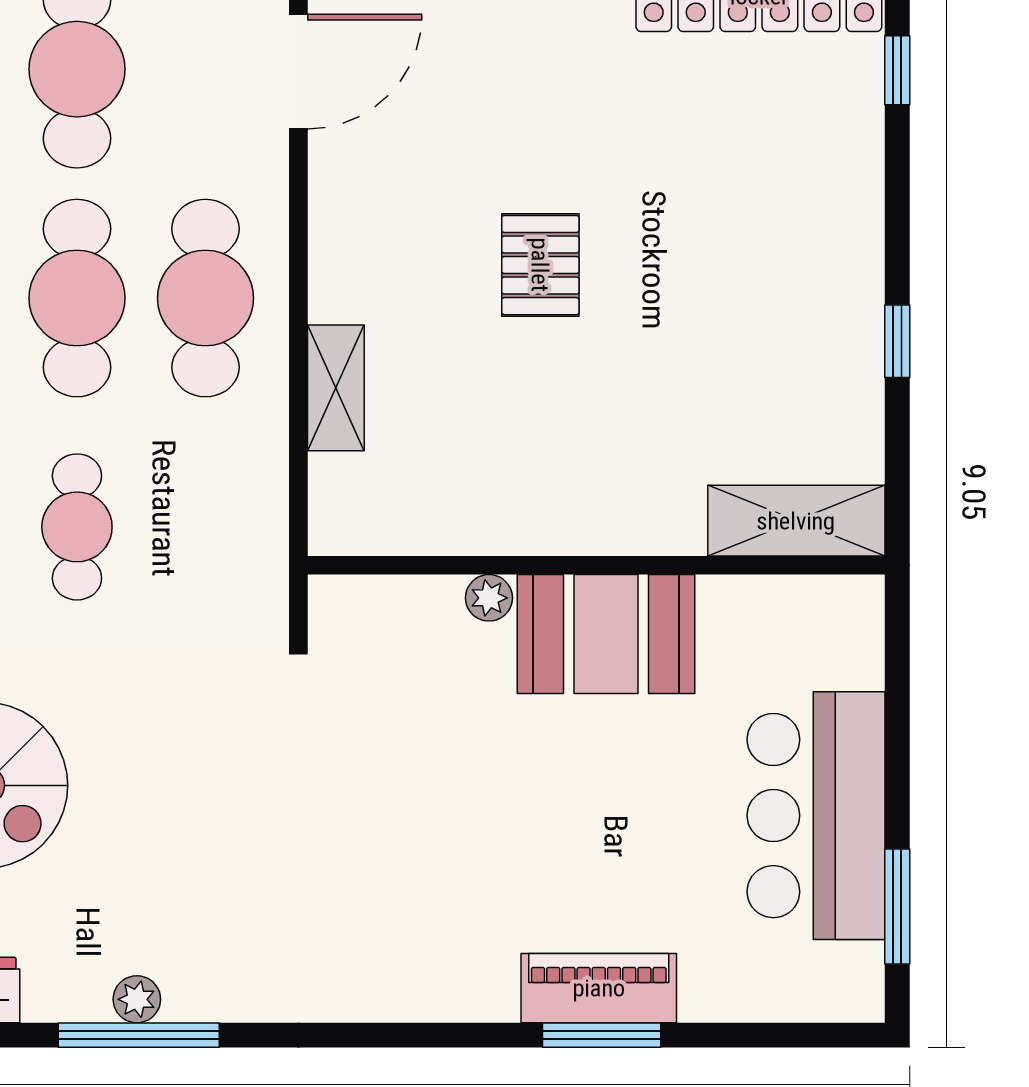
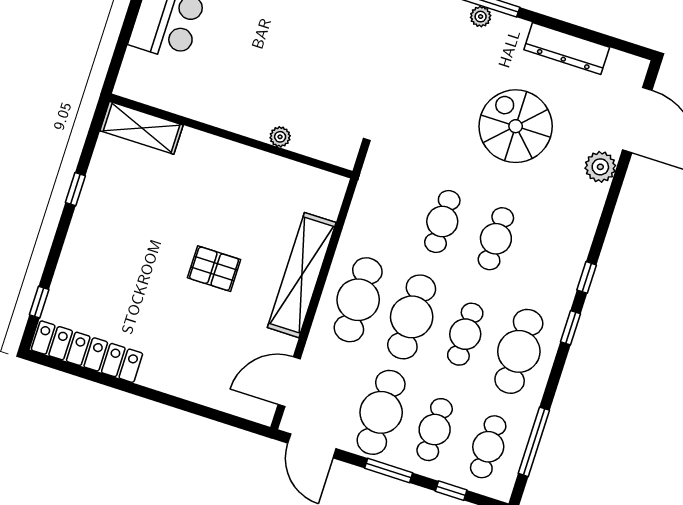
pallet: (540, 265) -> (214, 269), turned 90
shelving: (336, 388) -> (302, 275), width x2.20, depth x1.33
booth: (606, 634) -> (236, 106), removed

